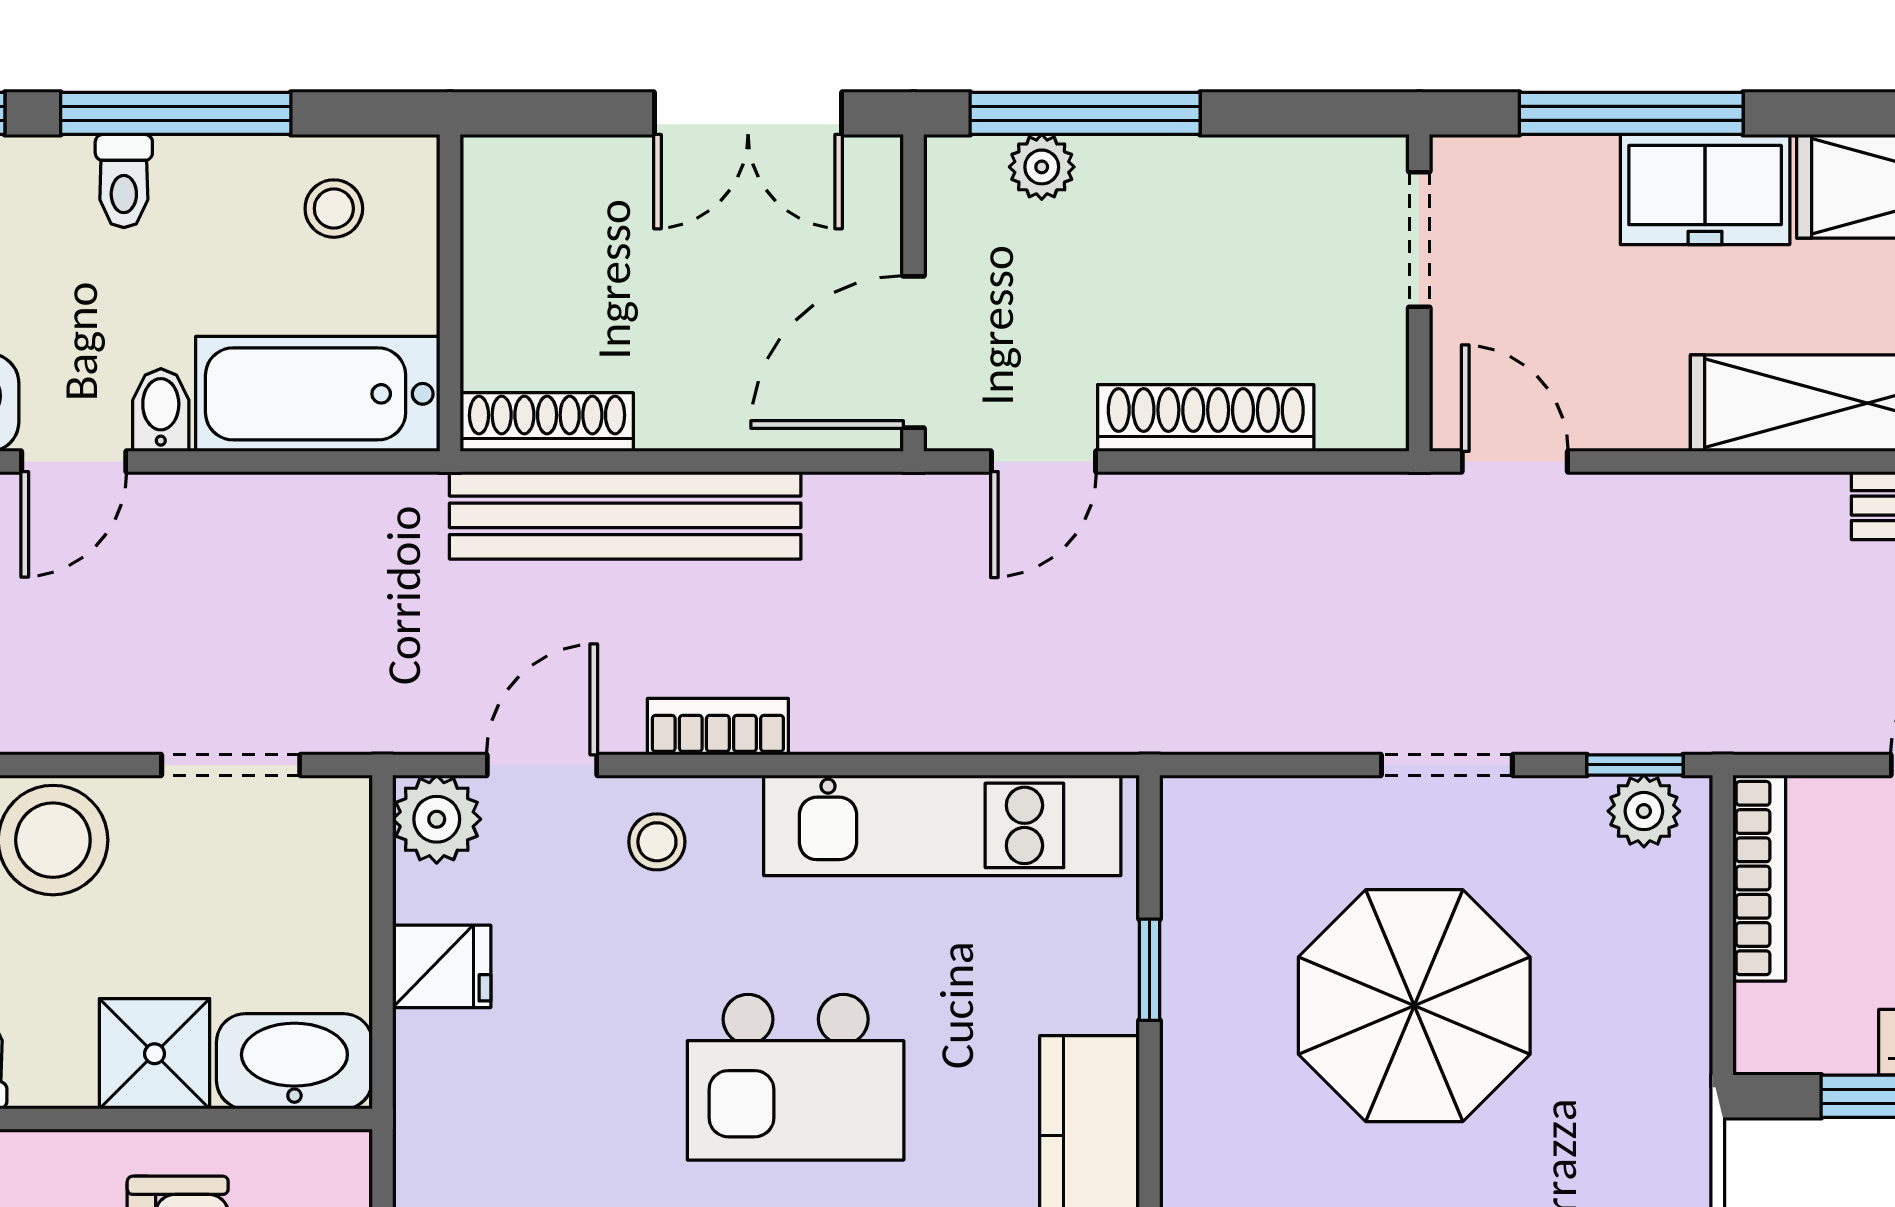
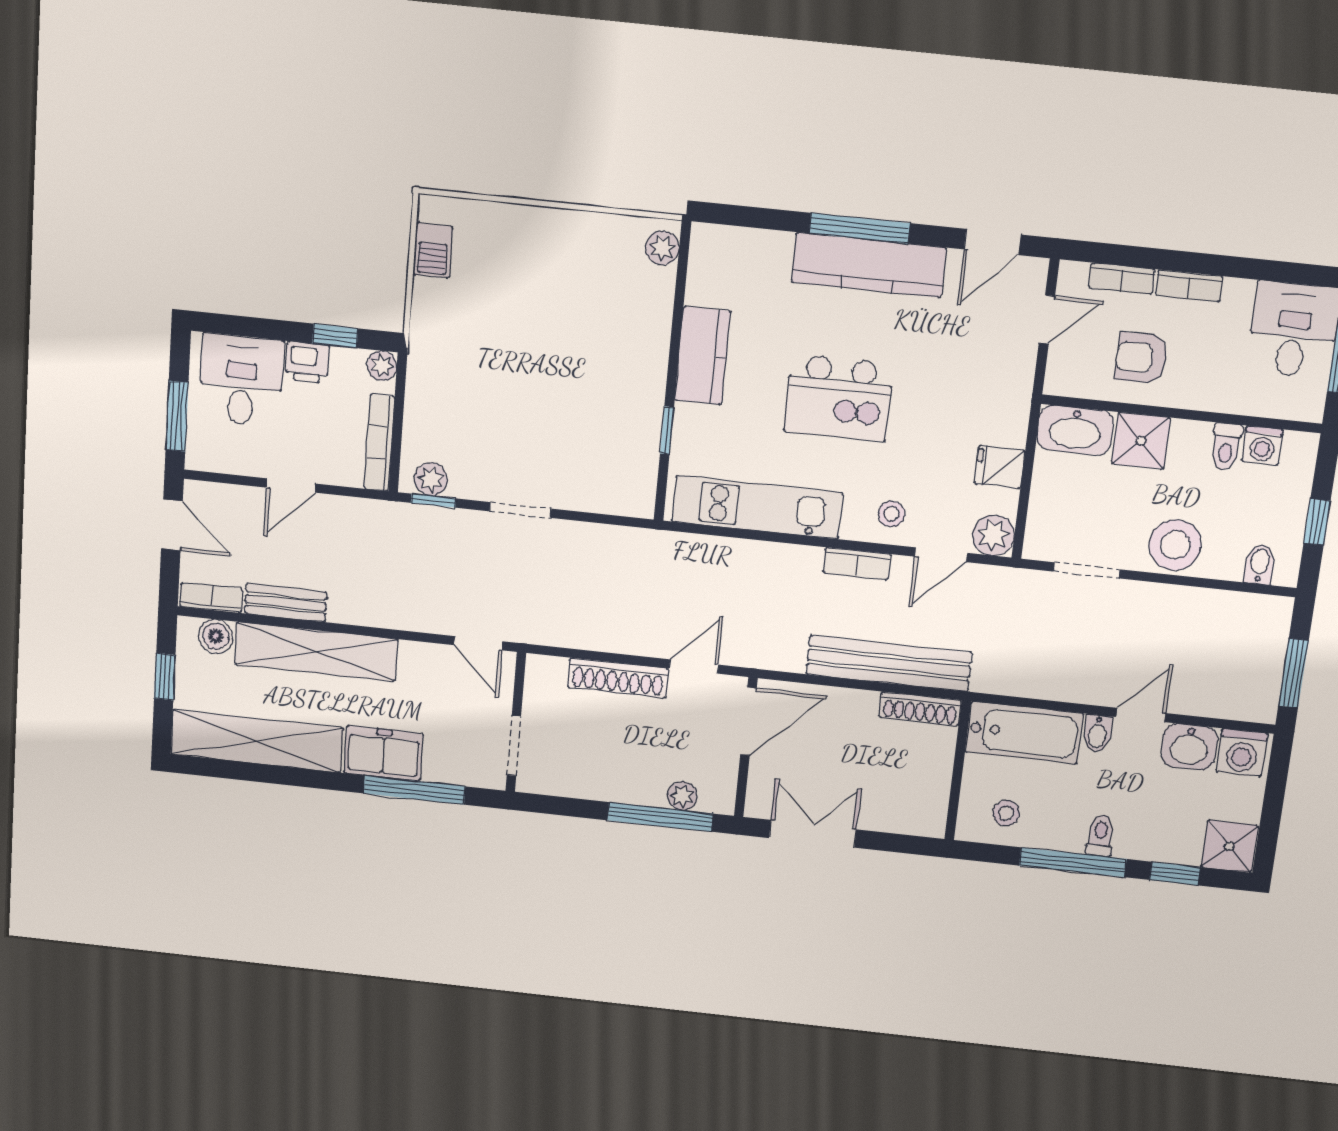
parasol: (1414, 1006) -> (544, 401), removed
plant: (1765, 1044) -> (382, 366), added
kitchen island: (796, 1077) -> (839, 398), turned 180

